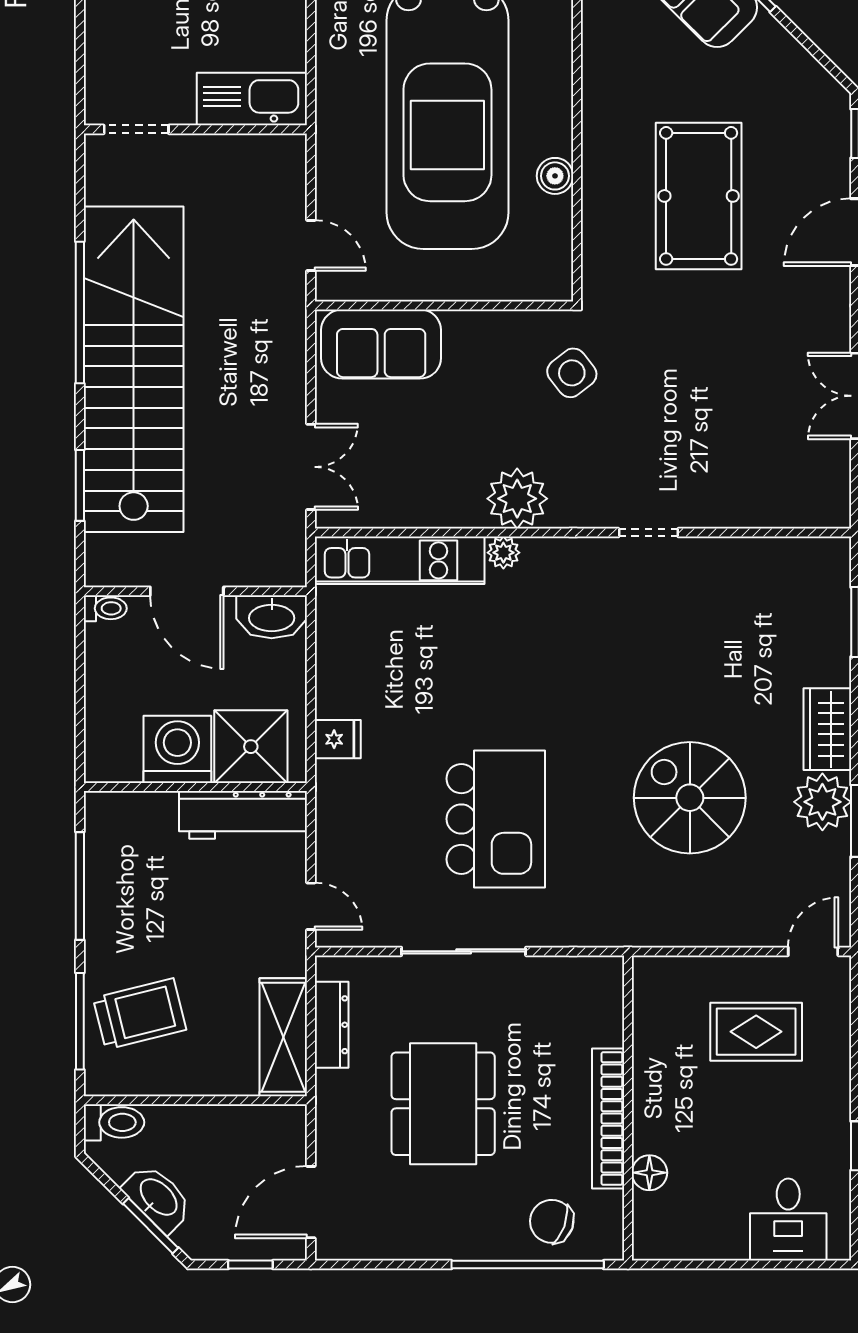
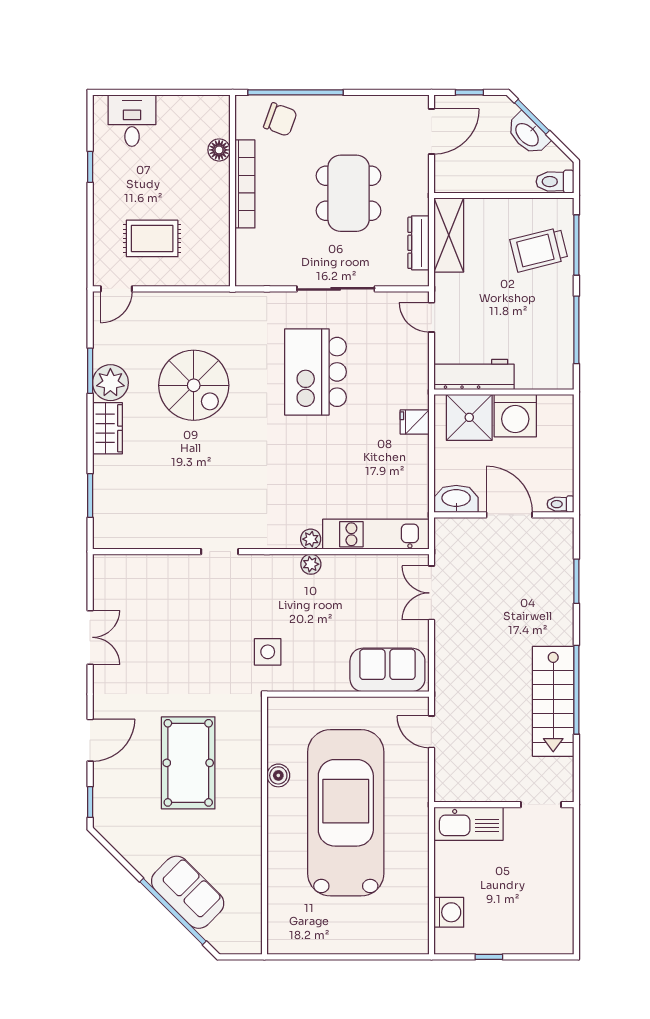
stairs: (134, 369) -> (553, 701), width x0.54, depth x0.66
side table: (572, 373) -> (268, 652), turned 38
plant: (517, 499) -> (311, 564), width x0.53, depth x0.53

